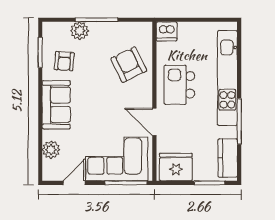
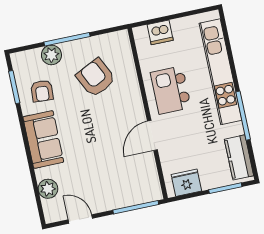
dishwasher: (167, 31) -> (160, 32), moved
armchair: (129, 65) -> (96, 78), moved
door: (154, 122) -> (152, 135), hinge flipped
corner sofa: (117, 159) -> (120, 184), removed
fridge: (176, 167) -> (186, 183), width x0.73, depth x0.75
door: (74, 183) -> (80, 219), hinge flipped

